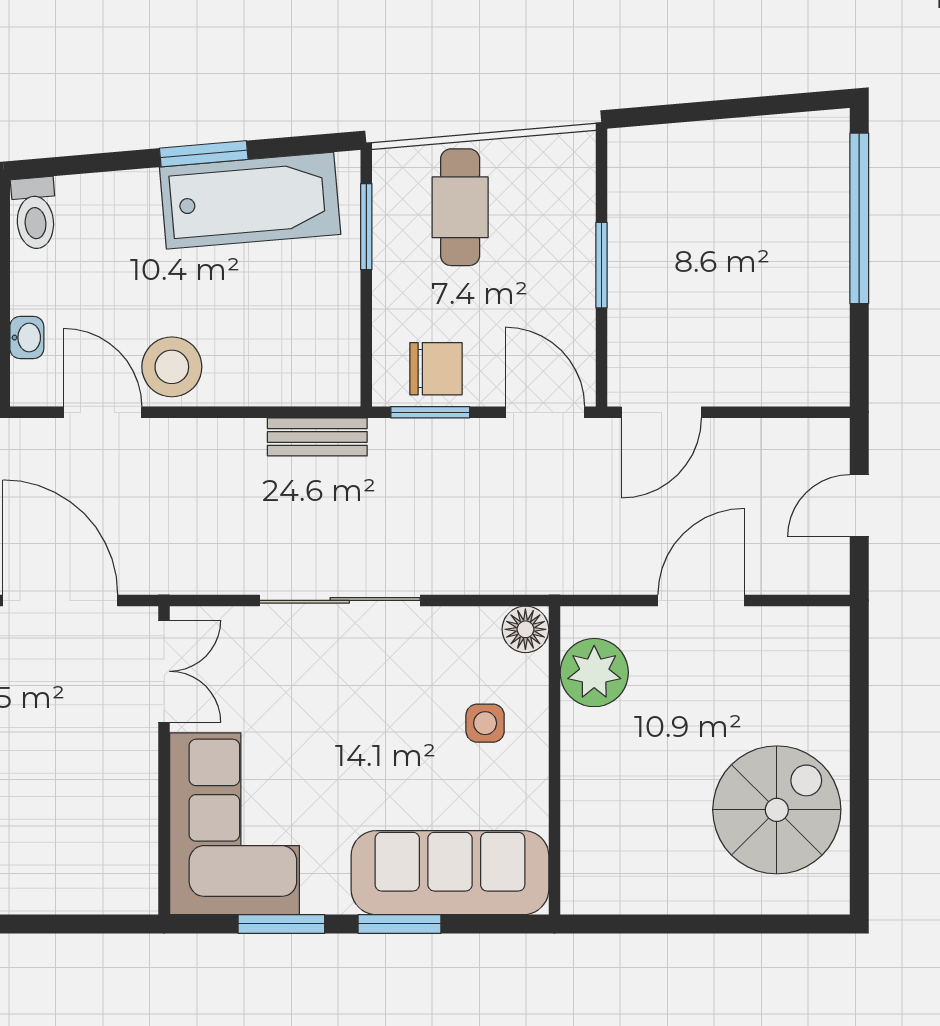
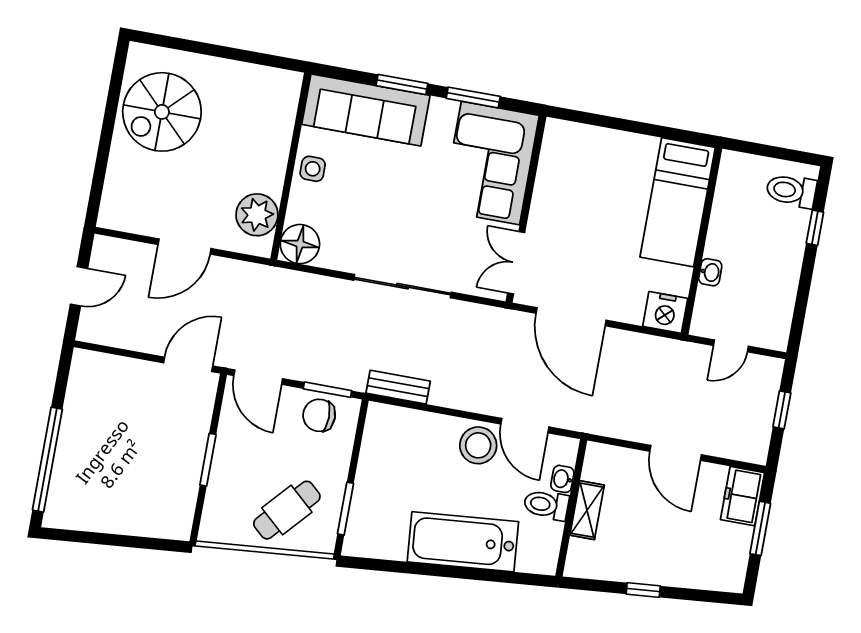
window: (204, 154) -> (436, 570), removed
bathtub: (250, 201) -> (463, 542), moved
cafe table: (460, 207) -> (287, 510), turned 42
toilet: (35, 213) -> (546, 505), moved, turned -85
floor lamp: (525, 629) -> (300, 244), width x1.38, depth x1.38
side table: (485, 723) -> (313, 169), moved

